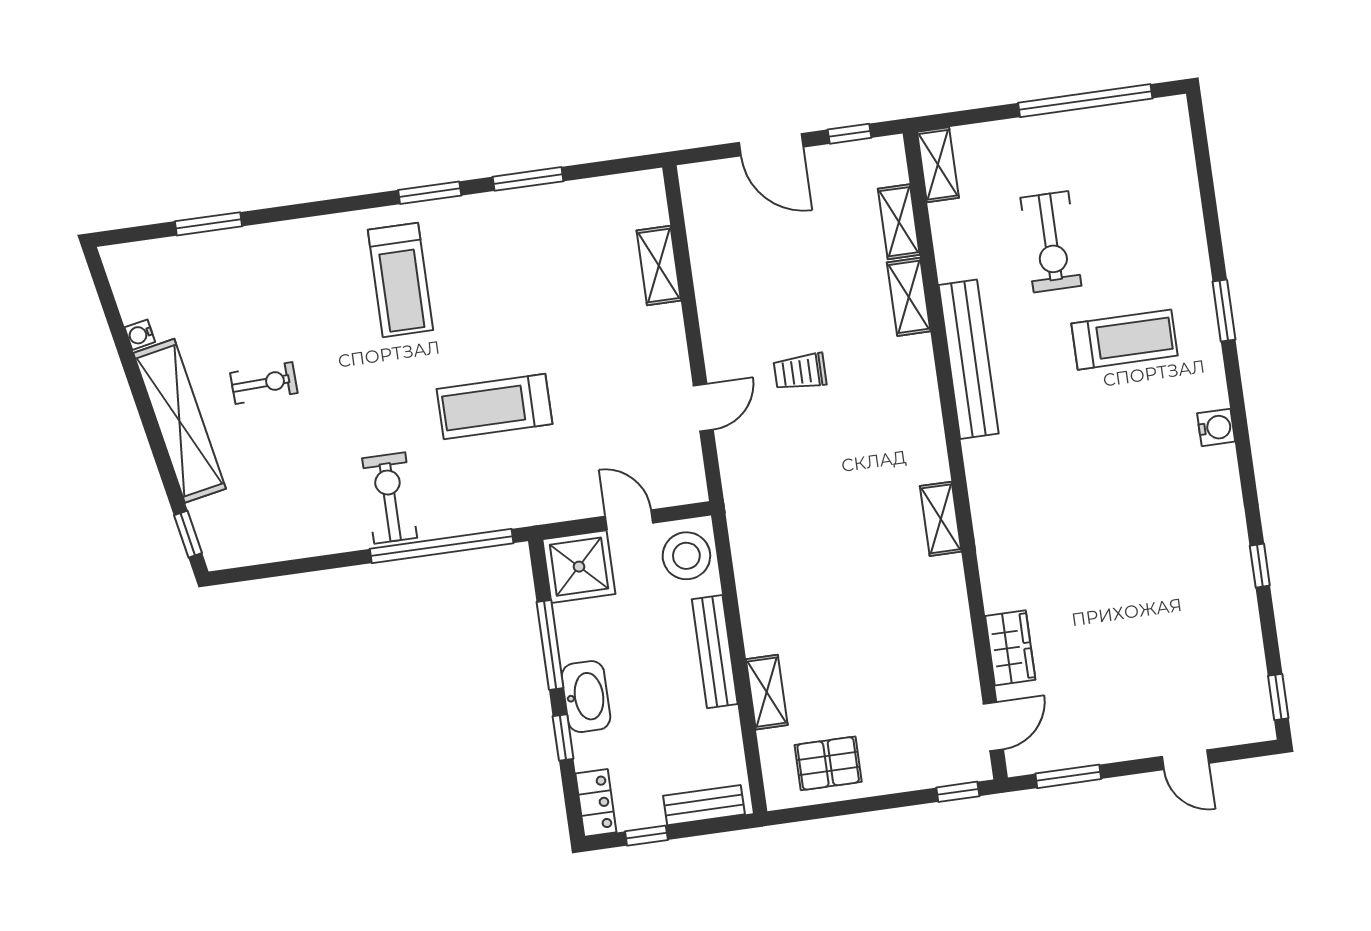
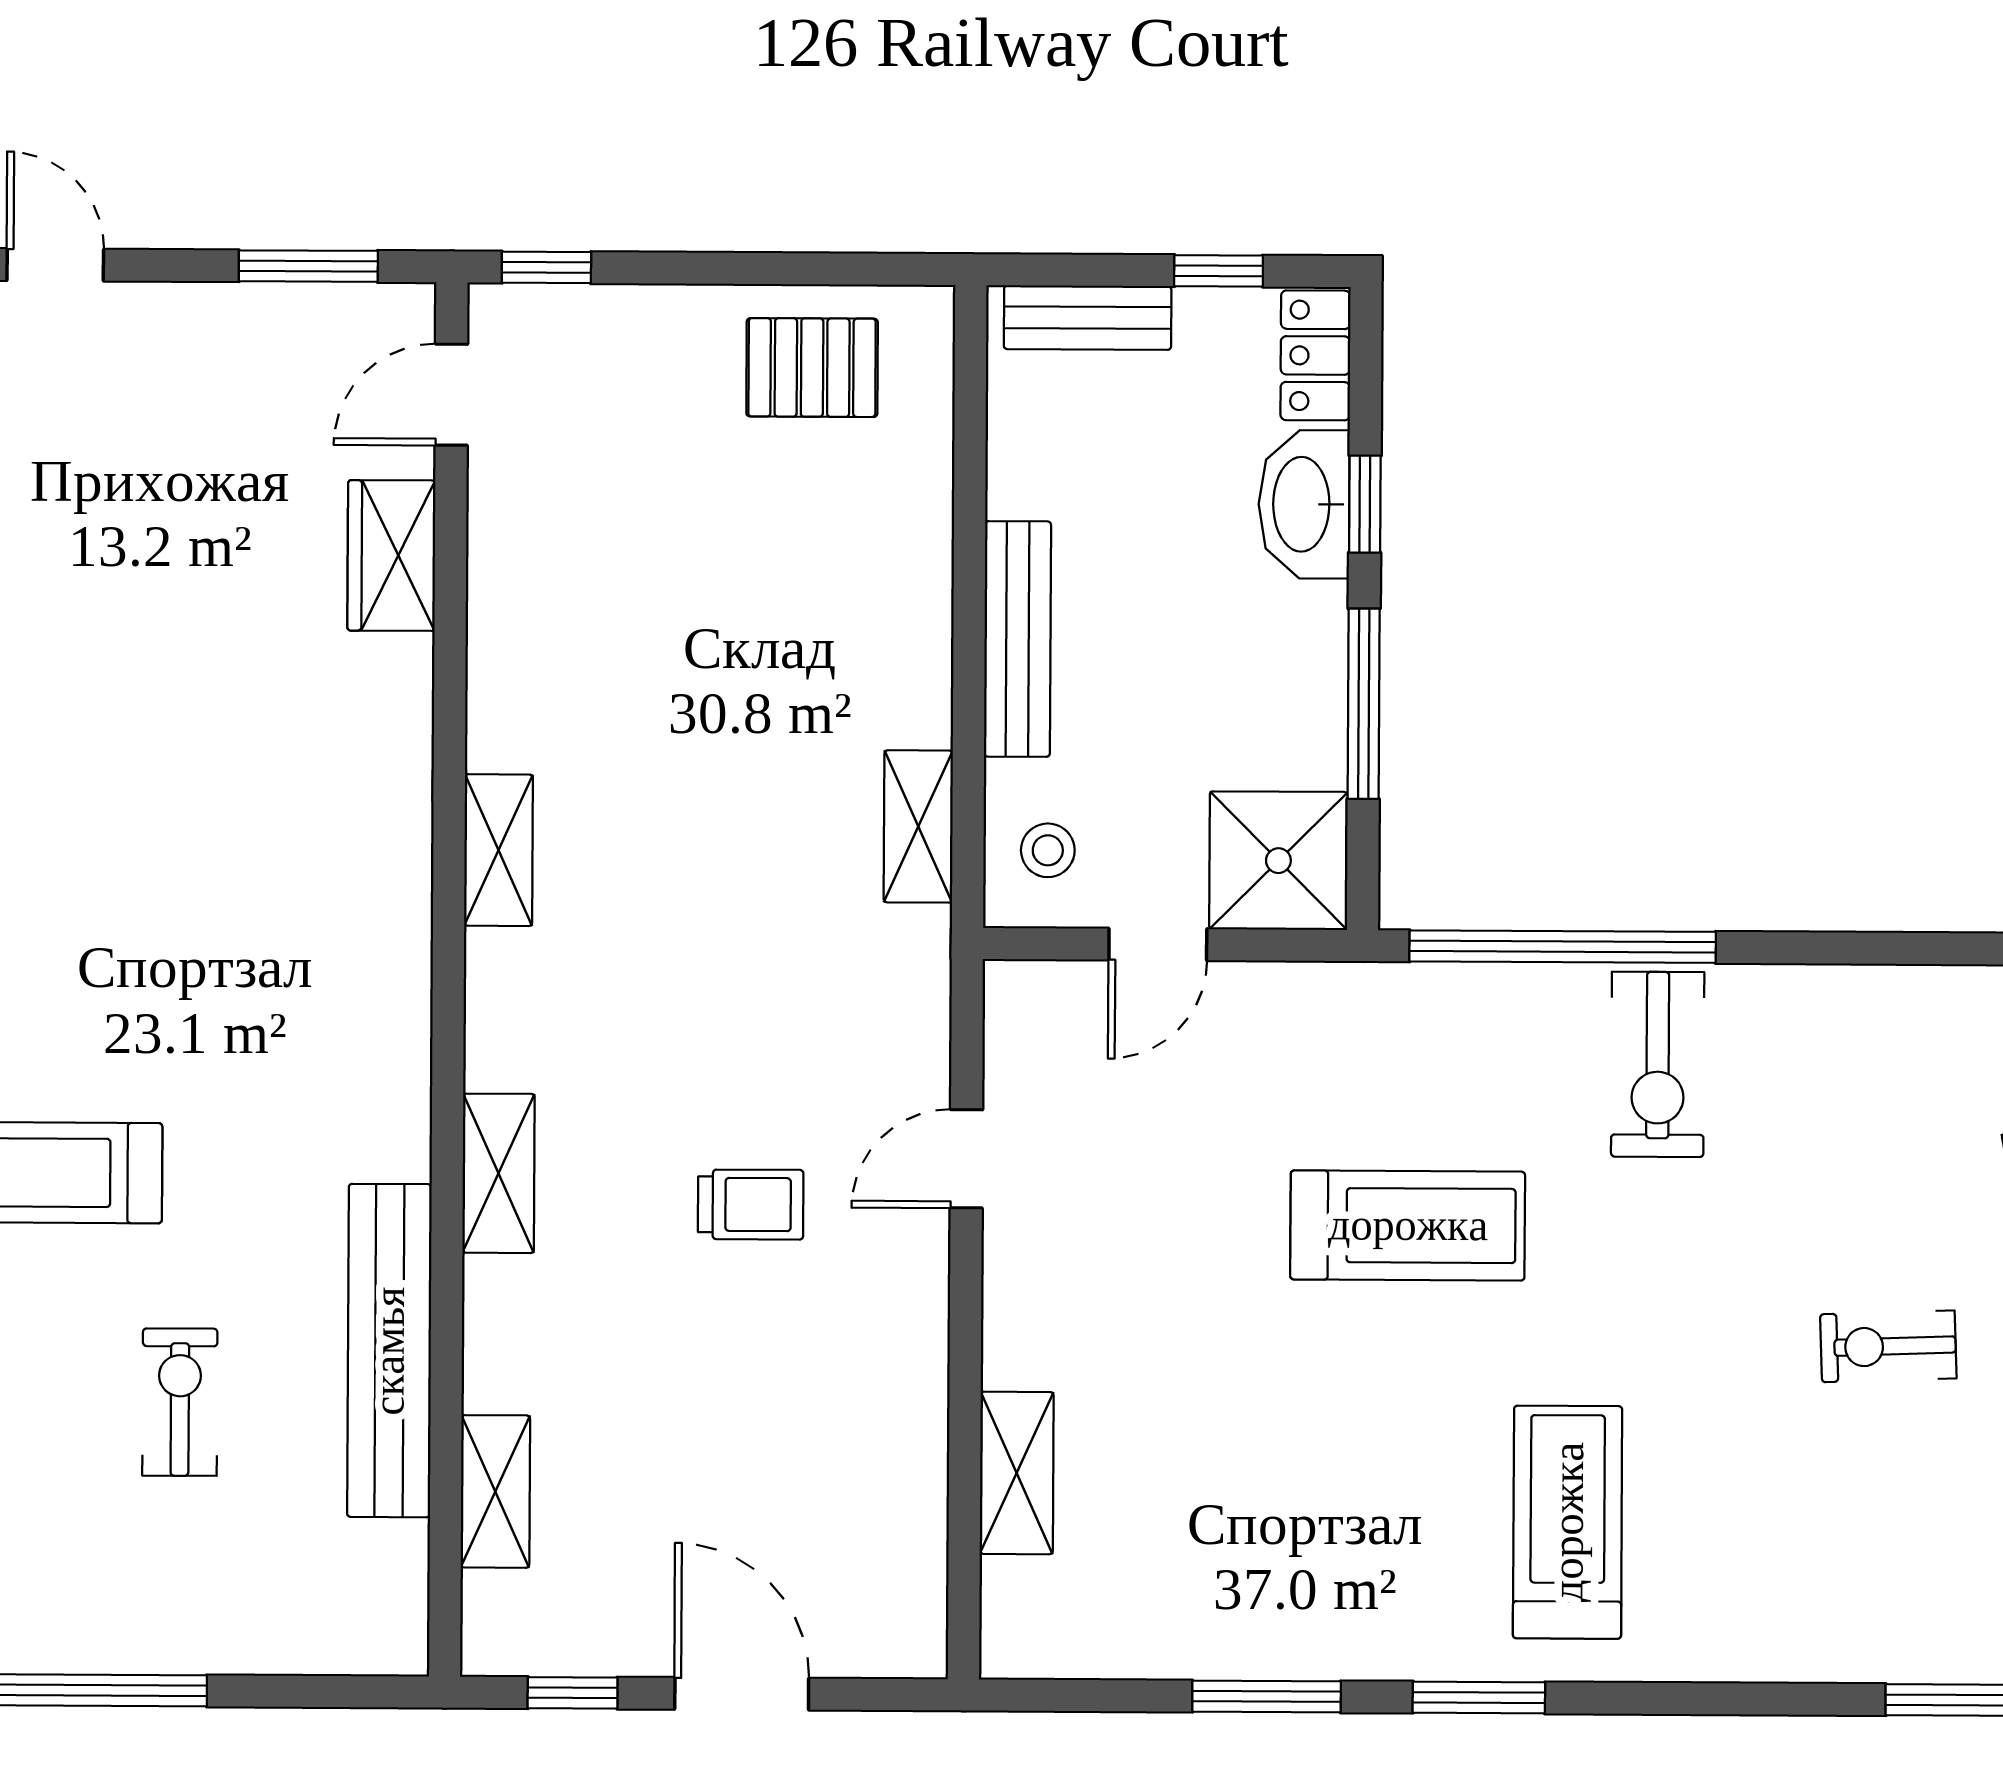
shelving: (938, 165) -> (395, 1600), removed
exercise bike: (1051, 242) -> (180, 1402), width x0.73, depth x0.72
shelving: (909, 297) -> (499, 1173), moved
bench: (969, 359) -> (389, 1351), moved
door: (629, 520) -> (1158, 944), hinge flipped
stool: (686, 556) -> (1048, 850), width x0.53, depth x0.53
shelving: (767, 692) -> (918, 826), moved
washbasin: (586, 697) -> (1304, 504), moved

